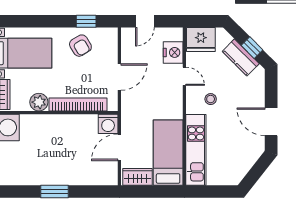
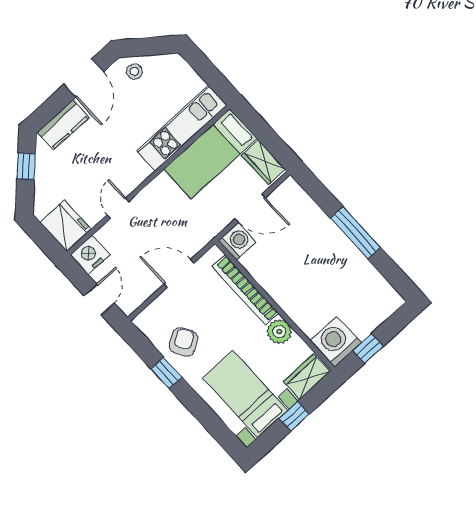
window: (86, 21) -> (166, 373), moved
door: (145, 21) -> (99, 299), hinge flipped
nightstand: (173, 52) -> (90, 255), moved
kitchen counter: (241, 58) -> (63, 125), moved, turned 45
stool: (211, 99) -> (134, 72), moved
window: (55, 192) -> (355, 233), width x1.44

